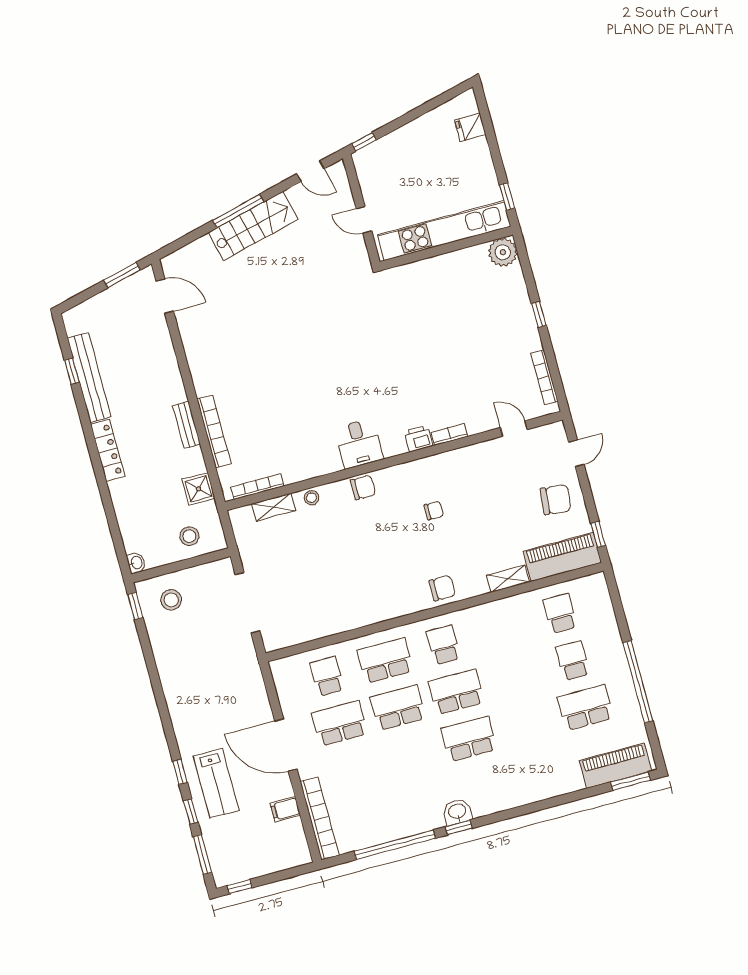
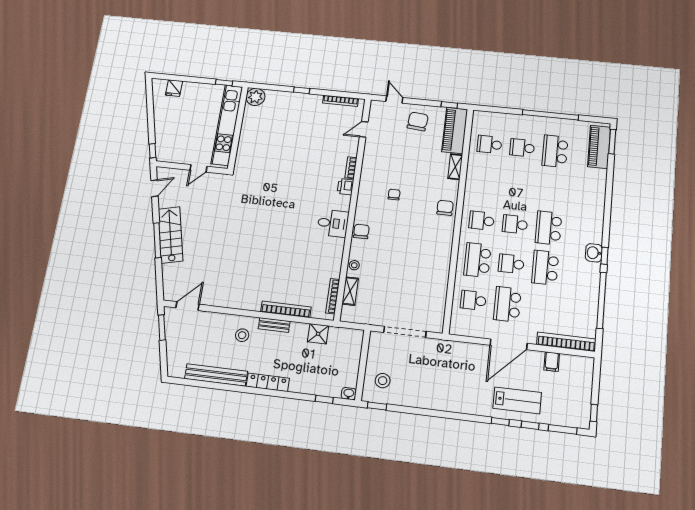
window: (72, 371) -> (324, 399), moved
stool: (189, 536) -> (242, 335), moved
school desk: (456, 692) -> (515, 224), width x0.54
school desk: (398, 708) -> (511, 264), width x0.54
school desk: (411, 755) -> (545, 268), added

